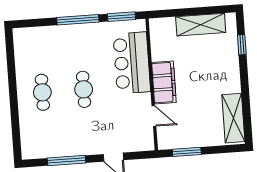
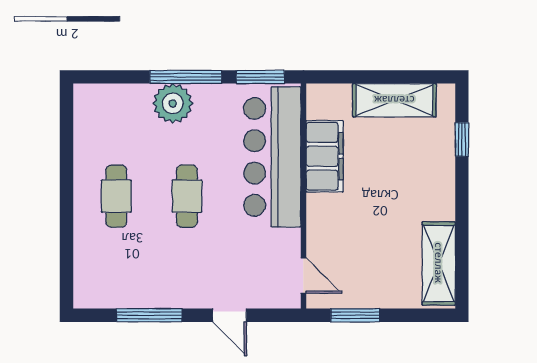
plant: (71, 36) -> (173, 103), added
bar counter: (132, 63) -> (272, 157), width x1.36
filing cabinet: (164, 82) -> (325, 156), moved
door: (154, 116) -> (303, 276), moved

